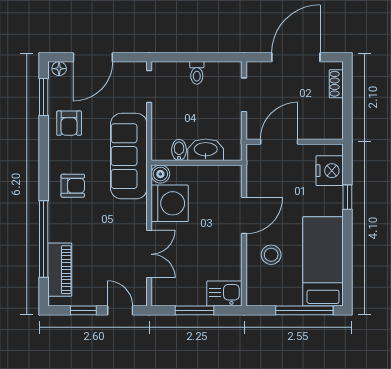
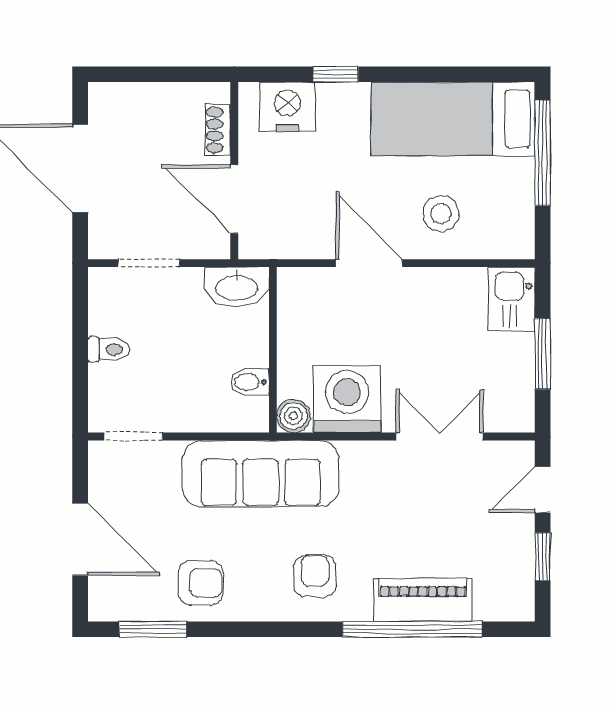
floor lamp: (59, 69) -> (101, 601), removed
shoe rack: (336, 84) -> (218, 130), moved, turned 90
washbasin: (206, 150) -> (237, 287), moved, turned -90
piano: (60, 270) -> (423, 600), moved

